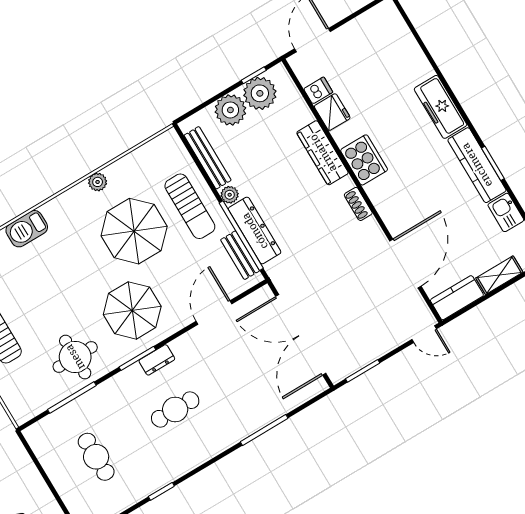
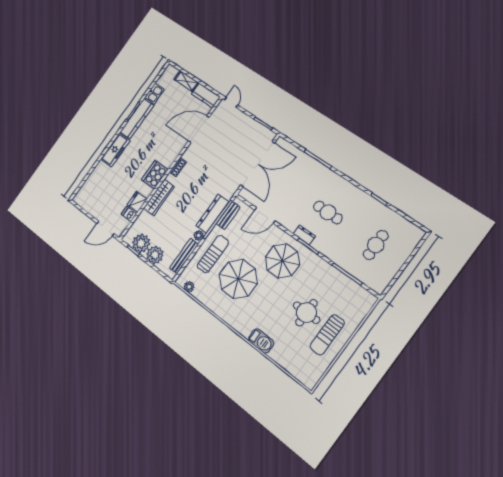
plant: (98, 182) -> (189, 287), moved
round table: (75, 357) -> (307, 313), moved

